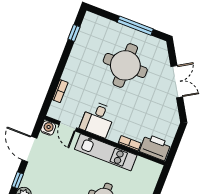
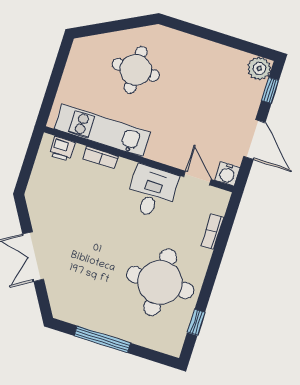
round table: (125, 65) -> (160, 282), moved
printer: (155, 147) -> (62, 149), width x0.53, depth x0.68
kitchen unit: (106, 152) -> (102, 130), moved

